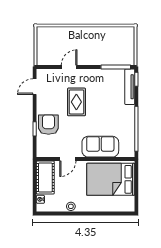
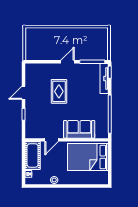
door: (69, 67) -> (68, 62), moved
door: (35, 87) -> (23, 93), moved
armchair: (48, 125) -> (35, 111), removed

